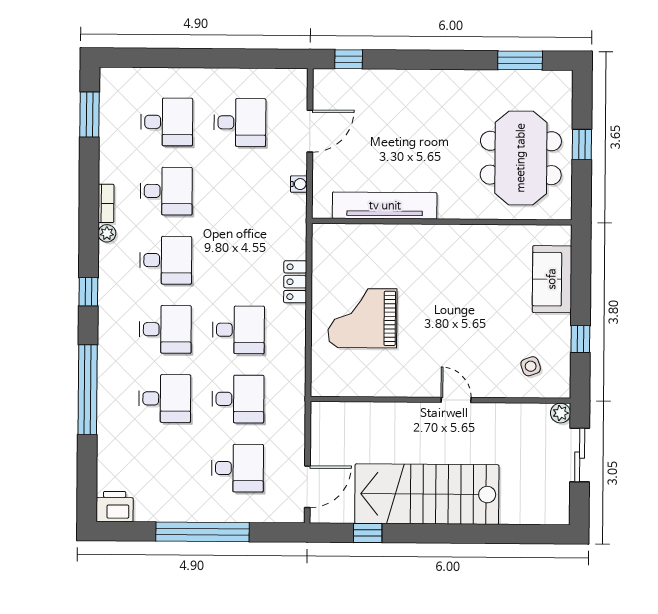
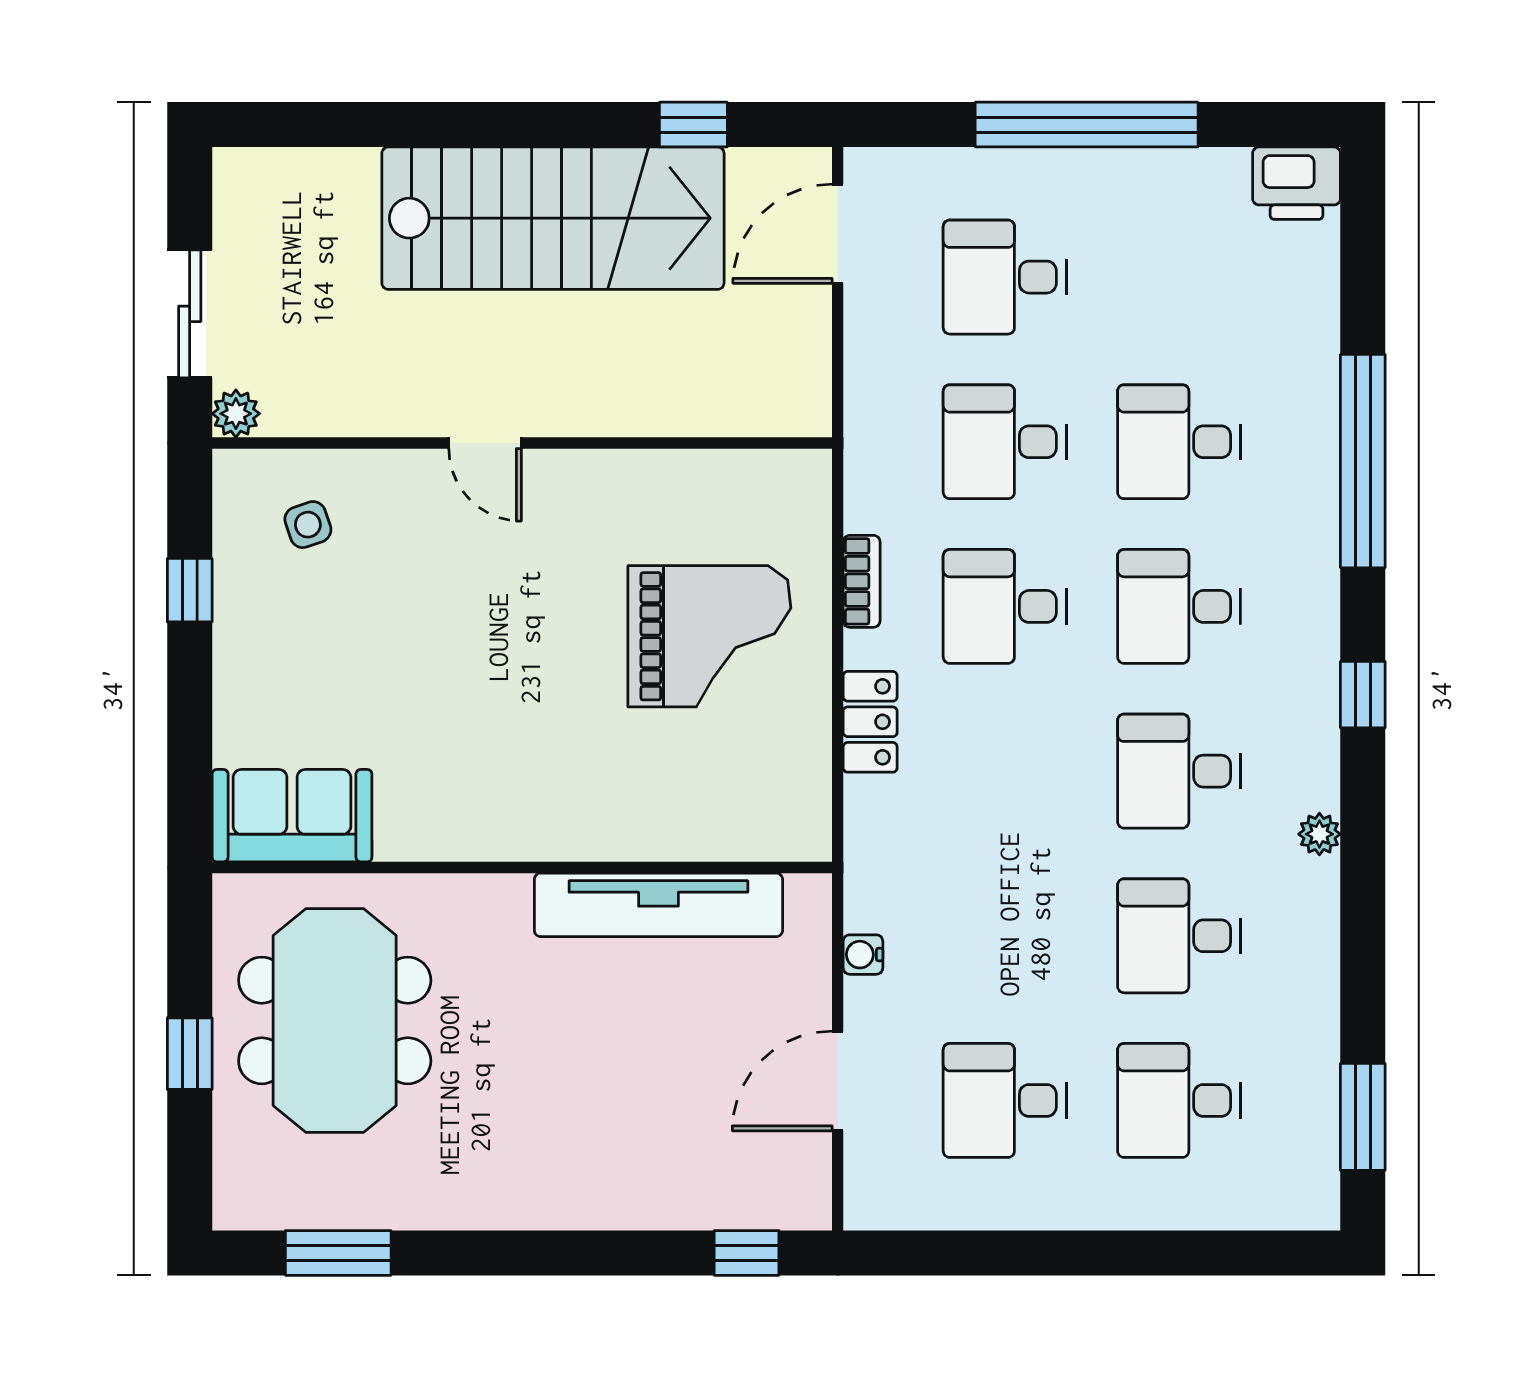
bookcase: (106, 203) -> (862, 581), moved, turned 180
sofa: (552, 279) -> (292, 816), moved, turned -90

